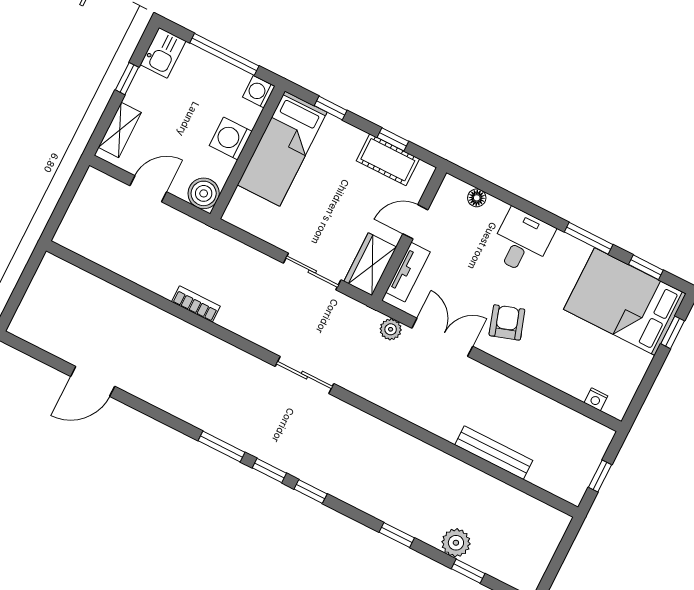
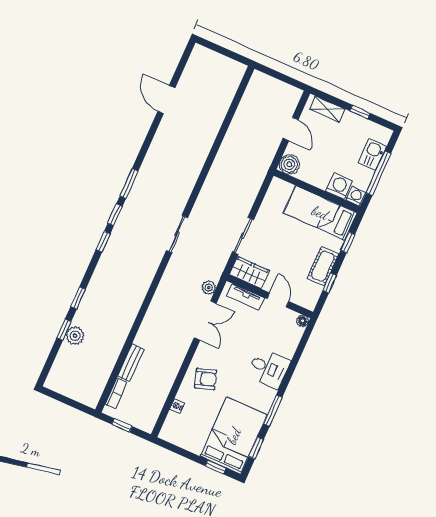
kitchen sink: (163, 53) -> (372, 155), moved, turned 90
washing machine: (231, 139) -> (339, 186), moved
cot: (388, 160) -> (323, 266), moved
floor lamp: (477, 198) -> (303, 321), moved
bookcase: (196, 304) -> (116, 393), moved
armchair: (507, 322) -> (206, 379), moved
nightstand: (596, 399) -> (177, 406), moved
bench: (494, 453) -> (131, 363), width x0.73
window: (468, 571) -> (64, 330), moved

